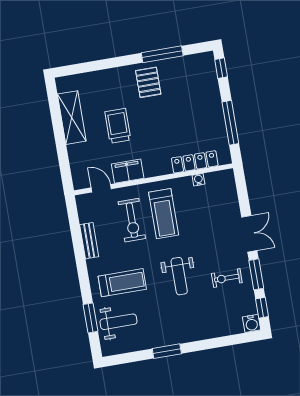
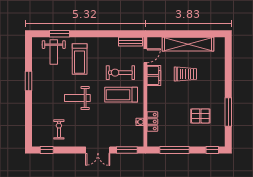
pallet: (148, 82) -> (200, 116), moved
shelving: (72, 118) -> (188, 44), width x1.47
locker: (195, 162) -> (152, 122), width x0.66
bench: (89, 241) -> (131, 42), moved
window: (256, 274) -> (127, 150), moved
exercise bike: (227, 278) -> (59, 129), moved
water cooler: (252, 323) -> (37, 141), removed

